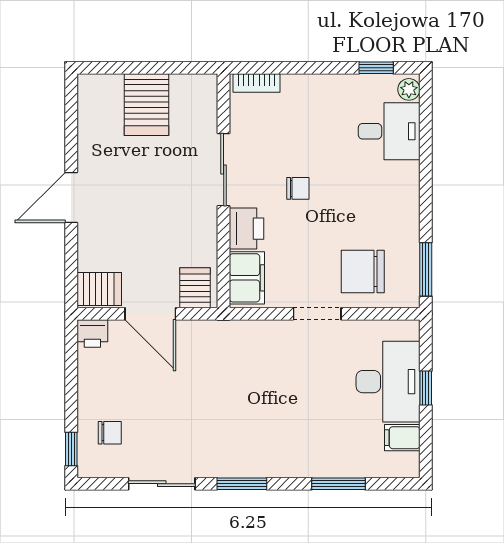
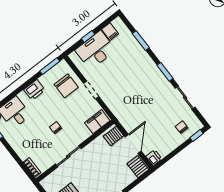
printer: (246, 229) -> (34, 90), moved, turned 180

